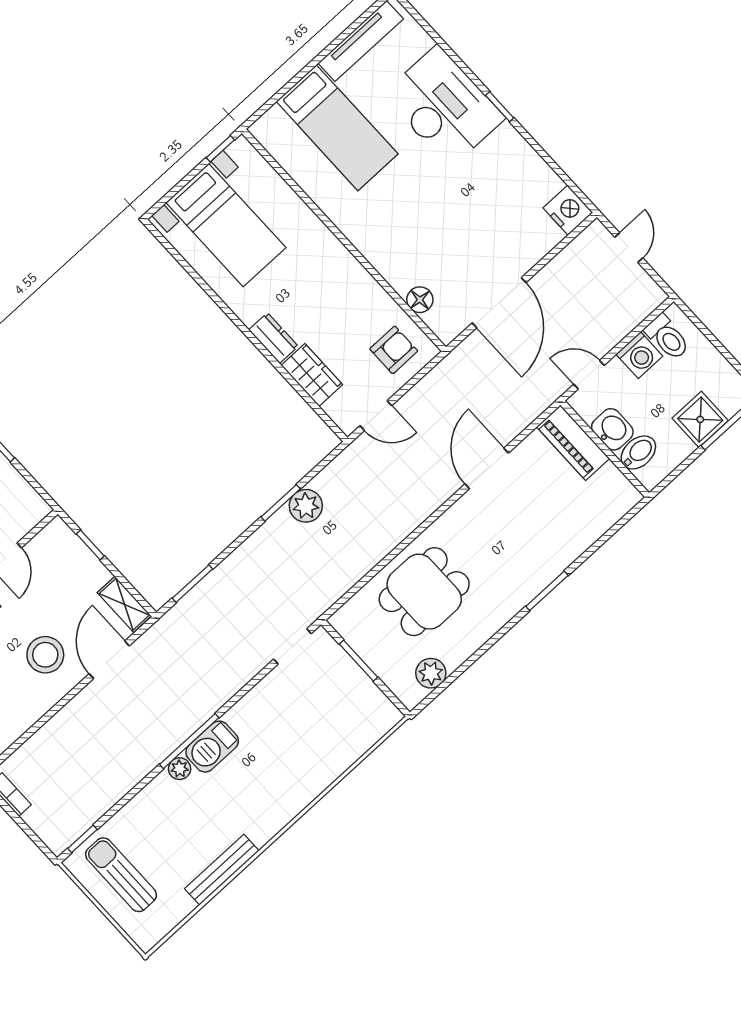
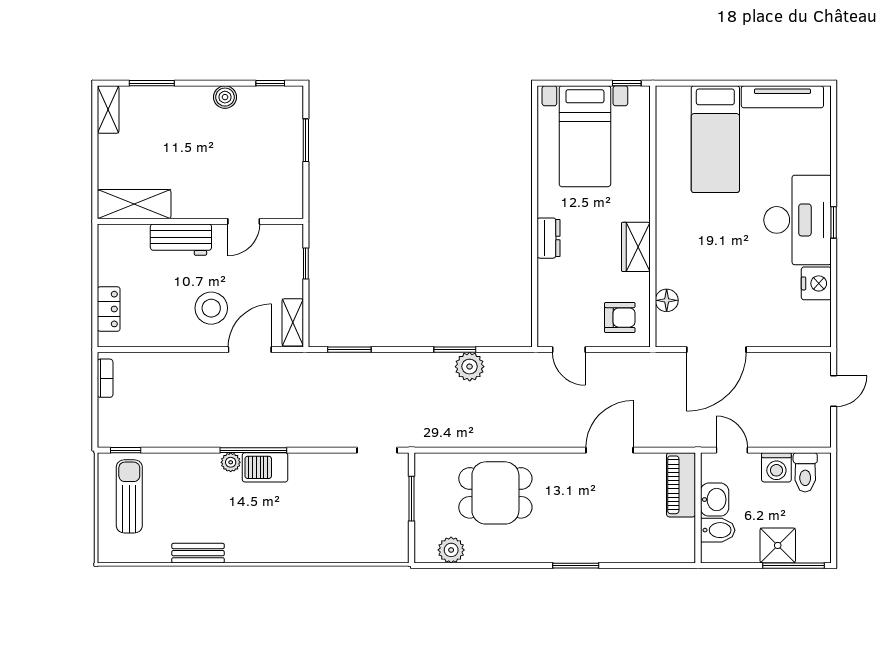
desk: (444, 106) -> (798, 220), moved
nightstand: (568, 210) -> (816, 283), moved
wardrobe: (312, 375) -> (636, 247), moved, turned 180
bench: (222, 870) -> (198, 553), width x0.73

